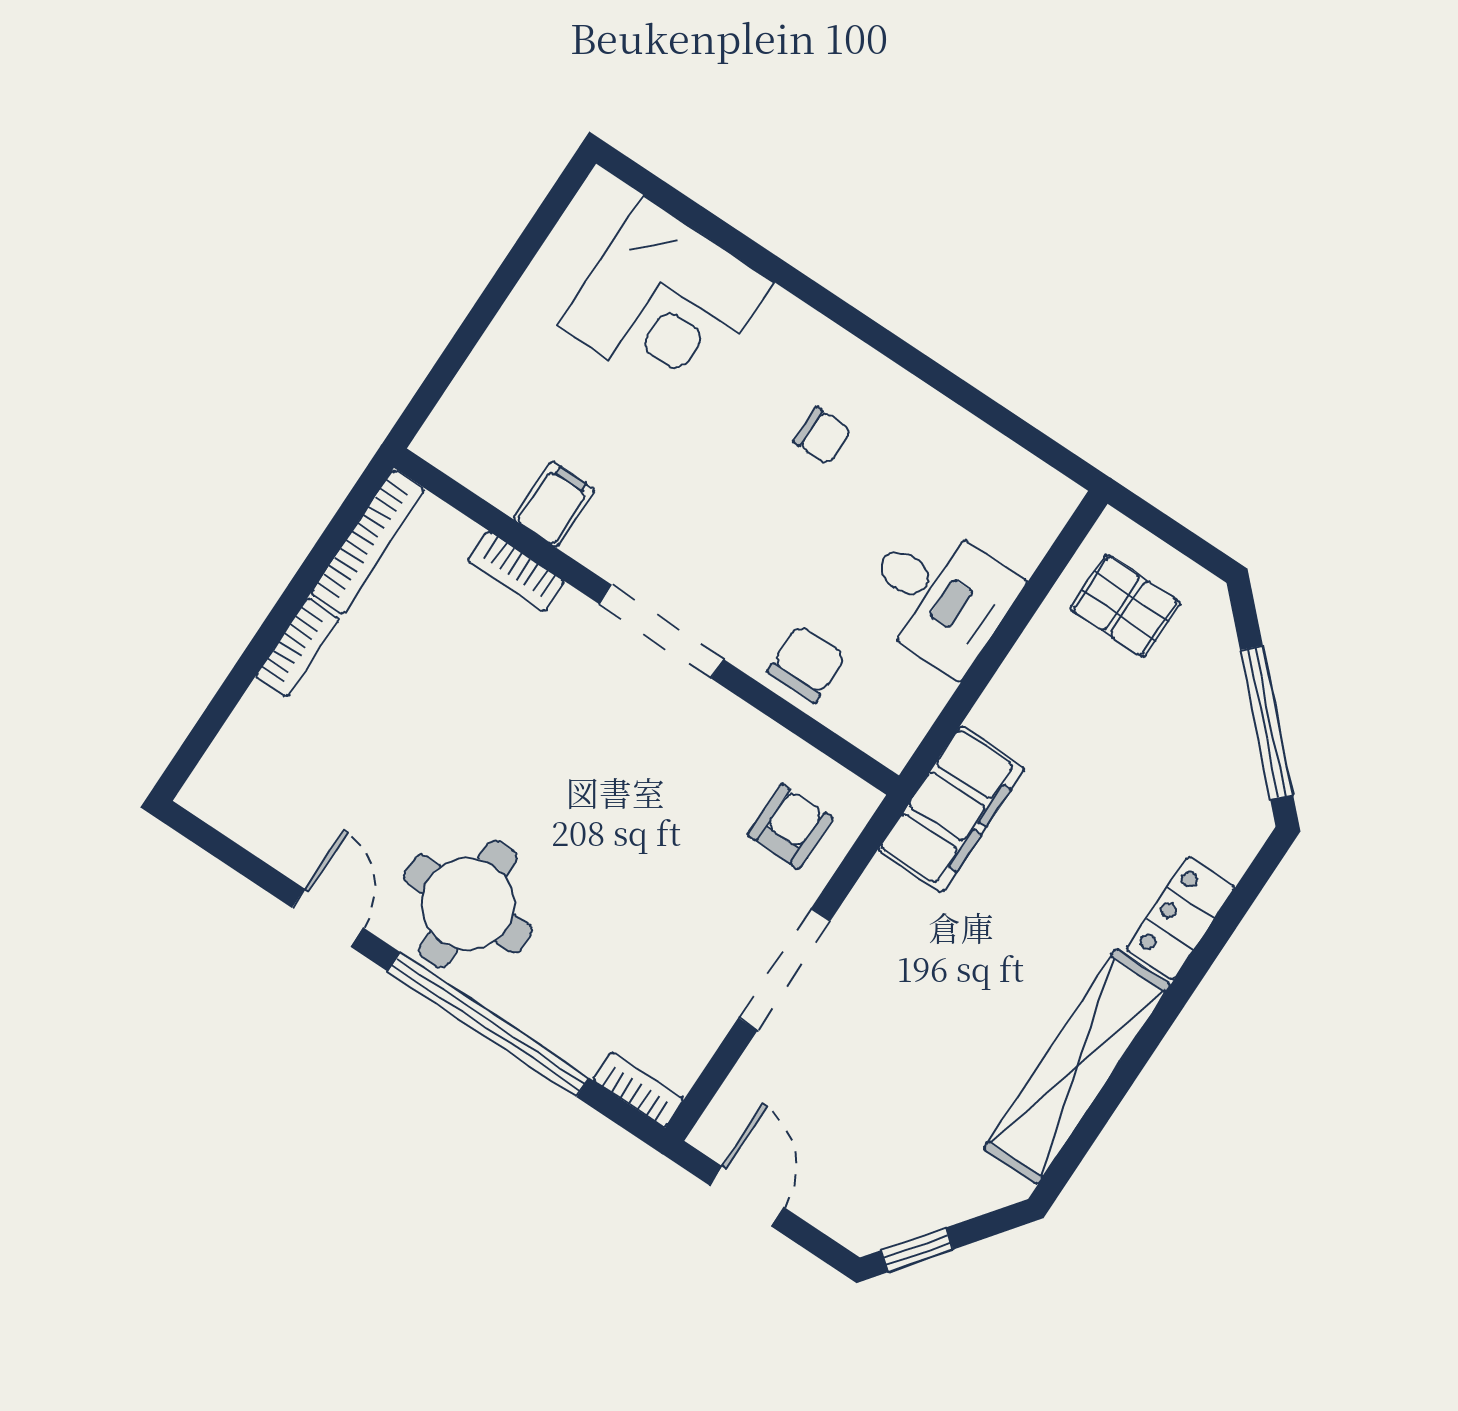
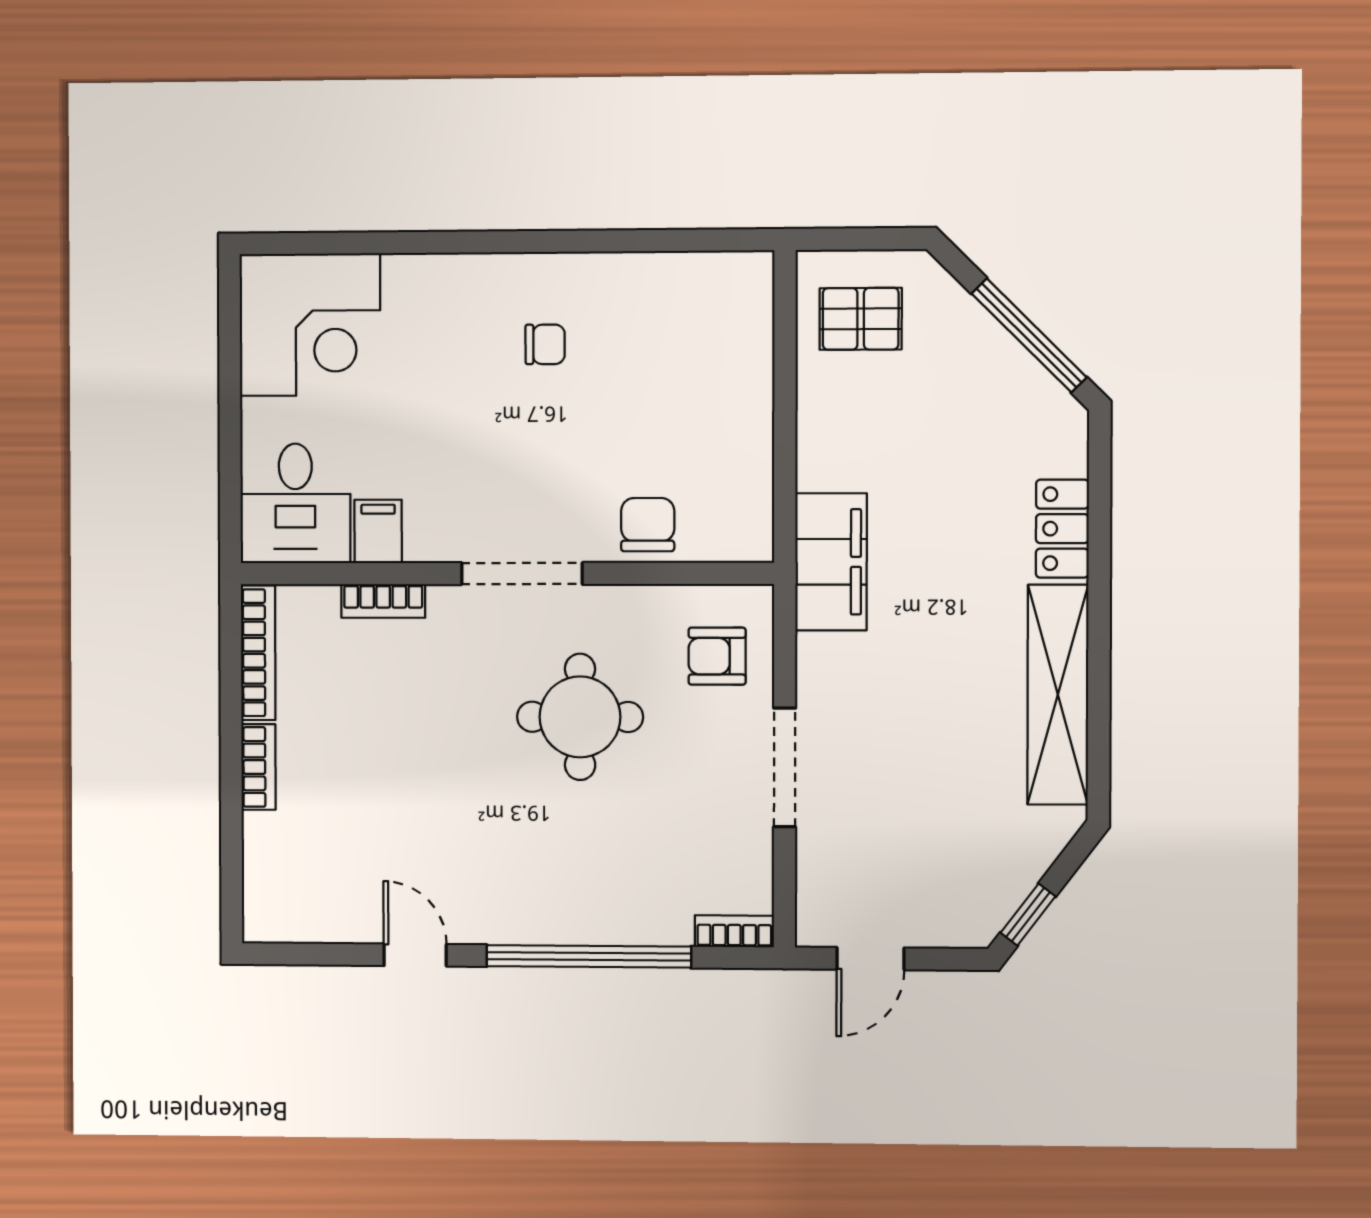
corner desk: (665, 304) -> (310, 325), moved
desk: (939, 596) -> (295, 503), moved, turned 90
armchair: (790, 826) -> (717, 656), turned -90
round table: (468, 904) -> (580, 717), moved
door: (747, 1196) -> (870, 959), swing flipped

